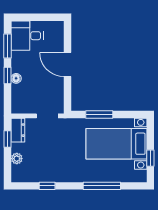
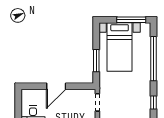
window: (150, 158) -> (131, 20), width x2.17
window: (102, 186) -> (153, 59), width x1.46

